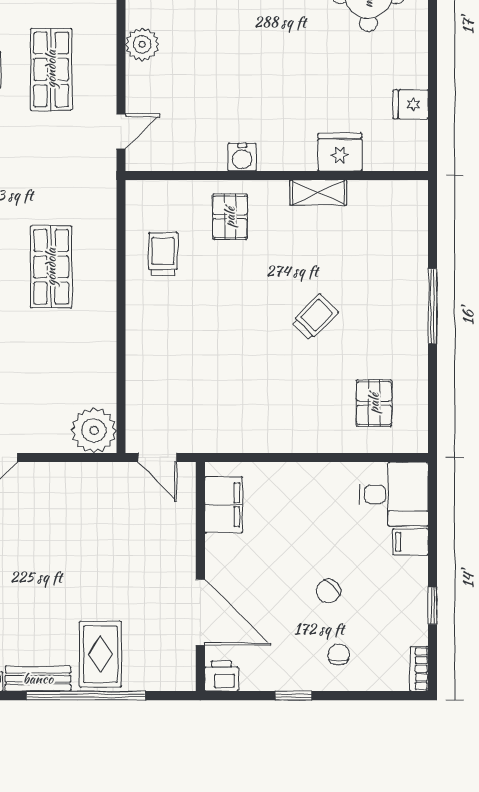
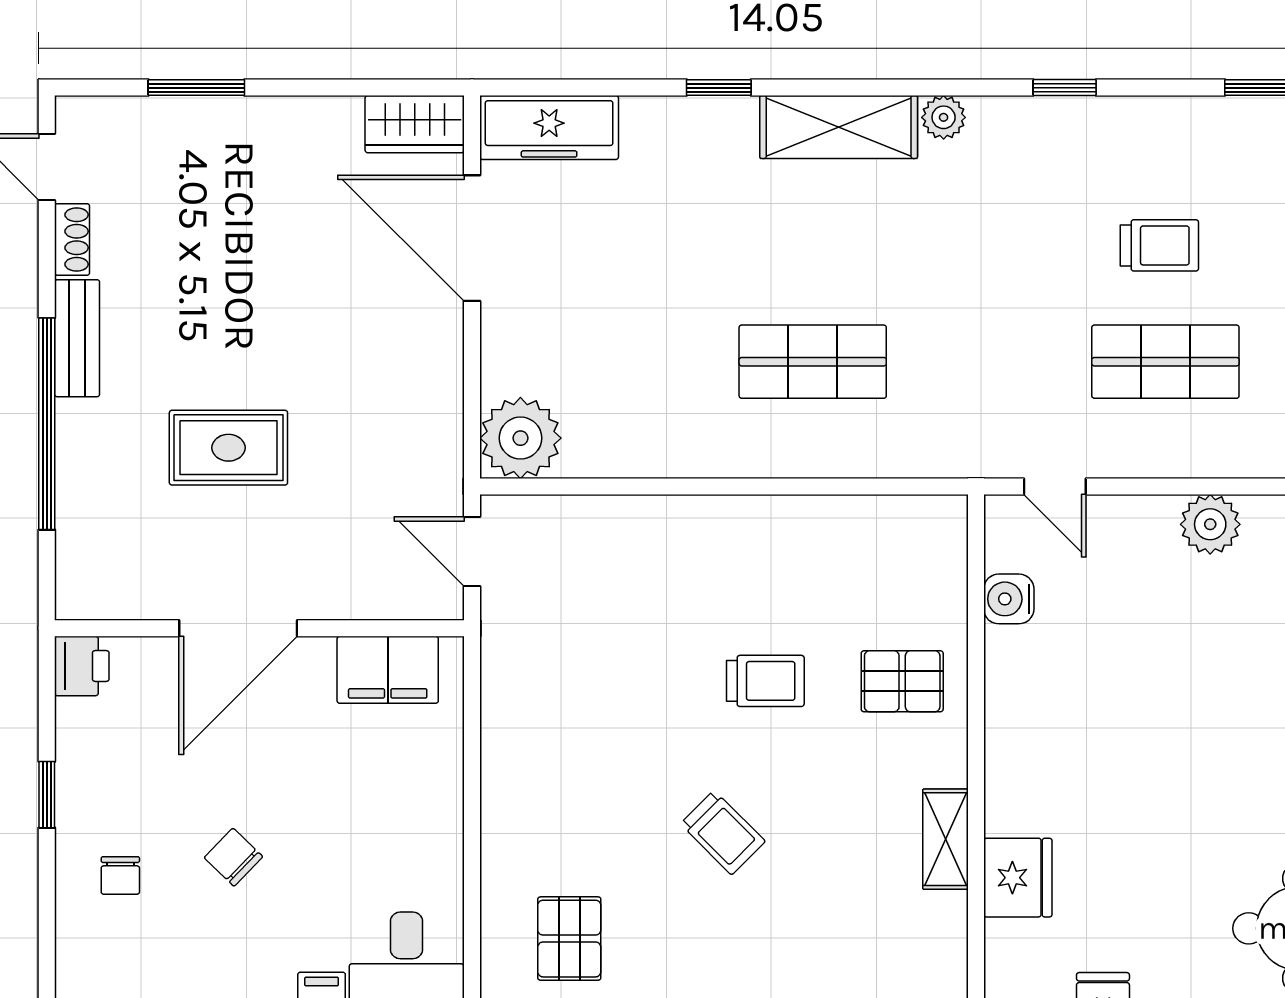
water cooler: (242, 157) -> (1009, 599), moved
trolley: (163, 254) -> (765, 681), moved
pallet: (374, 403) -> (569, 939), turned 90
door: (157, 458) -> (472, 551), hinge flipped
door: (200, 612) -> (238, 628), moved
rug: (100, 654) -> (228, 448), moved
chair: (339, 654) -> (120, 876), turned 90

